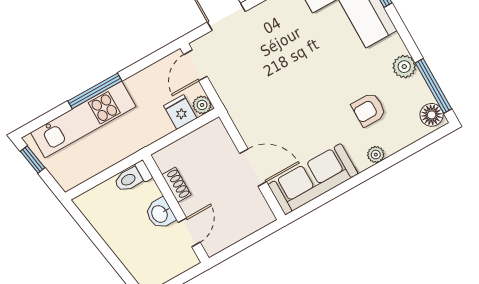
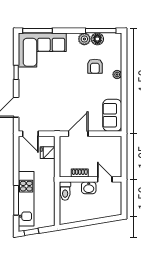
window: (95, 91) -> (16, 200), moved
plant: (202, 105) -> (50, 141), removed
floor lamp: (432, 115) -> (97, 39), moved
door: (253, 168) -> (78, 134), moved
sofa: (313, 179) -> (112, 115), width x0.73

